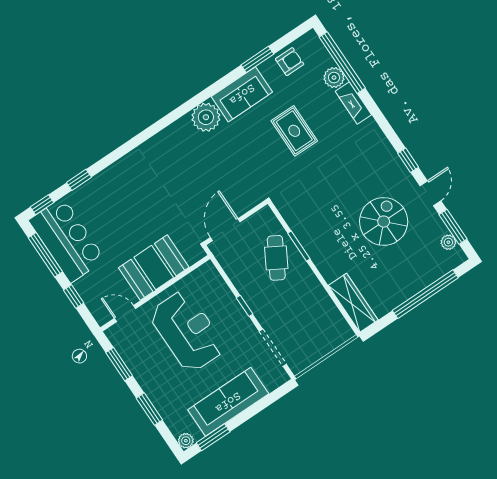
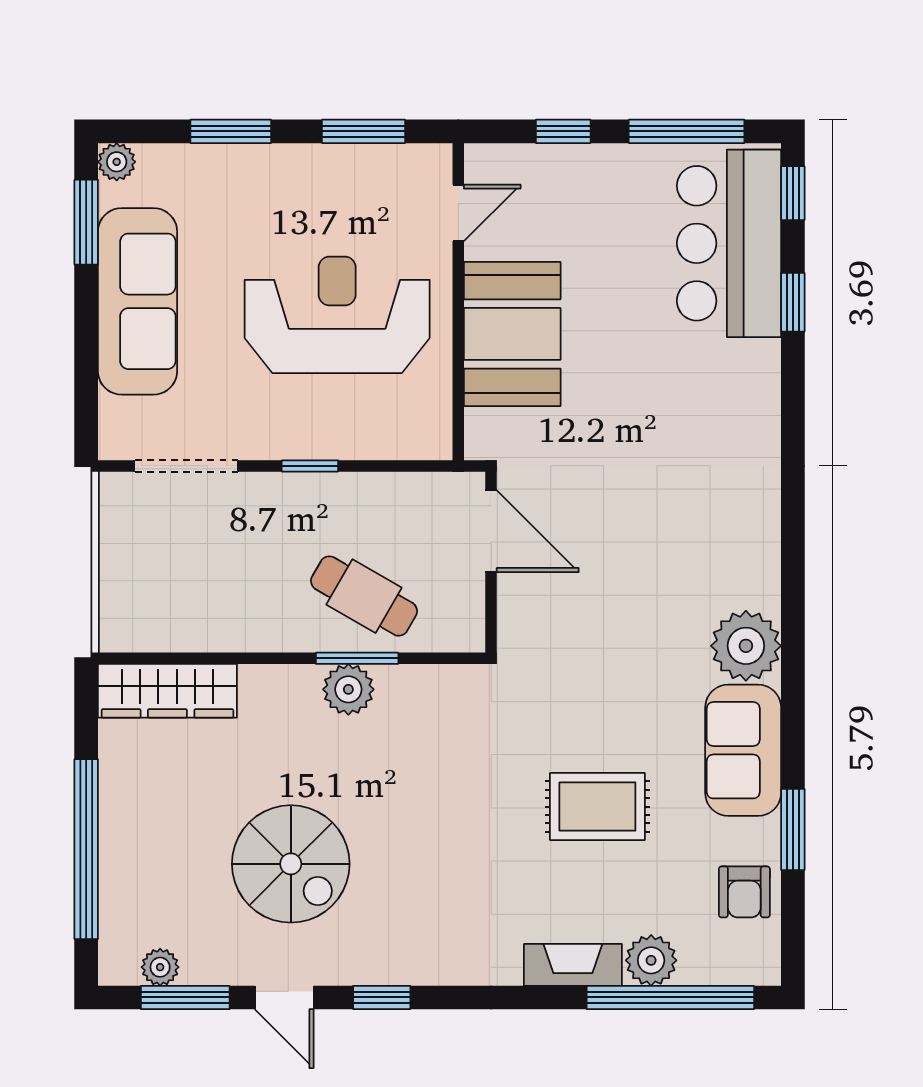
bar counter: (67, 240) -> (729, 243), moved, turned 90
plant: (311, 242) -> (348, 689), added
reception desk: (187, 331) -> (337, 315), turned 180

